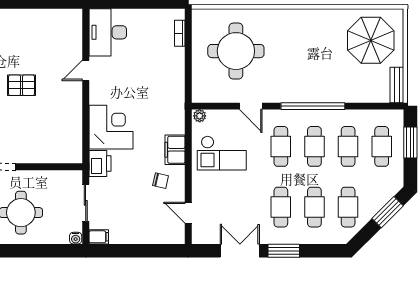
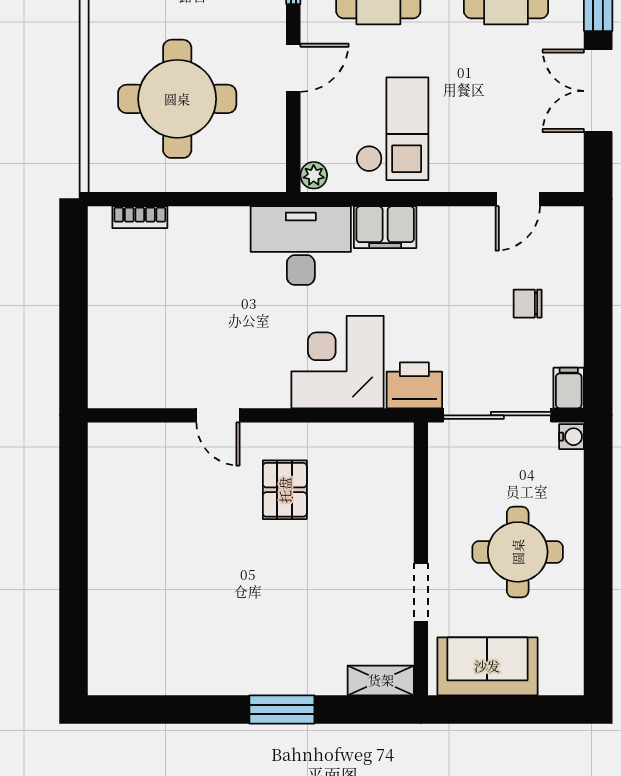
desk: (108, 32) -> (301, 246), moved, turned 180
pallet: (21, 85) -> (285, 490), moved
chair: (161, 181) -> (528, 304), moved, turned -103
sliding door: (86, 203) -> (497, 415), width x1.37

